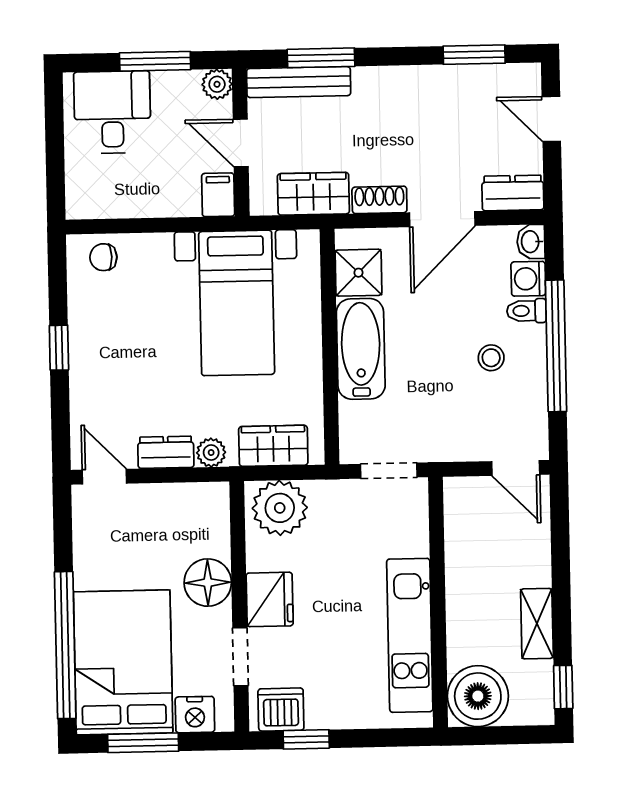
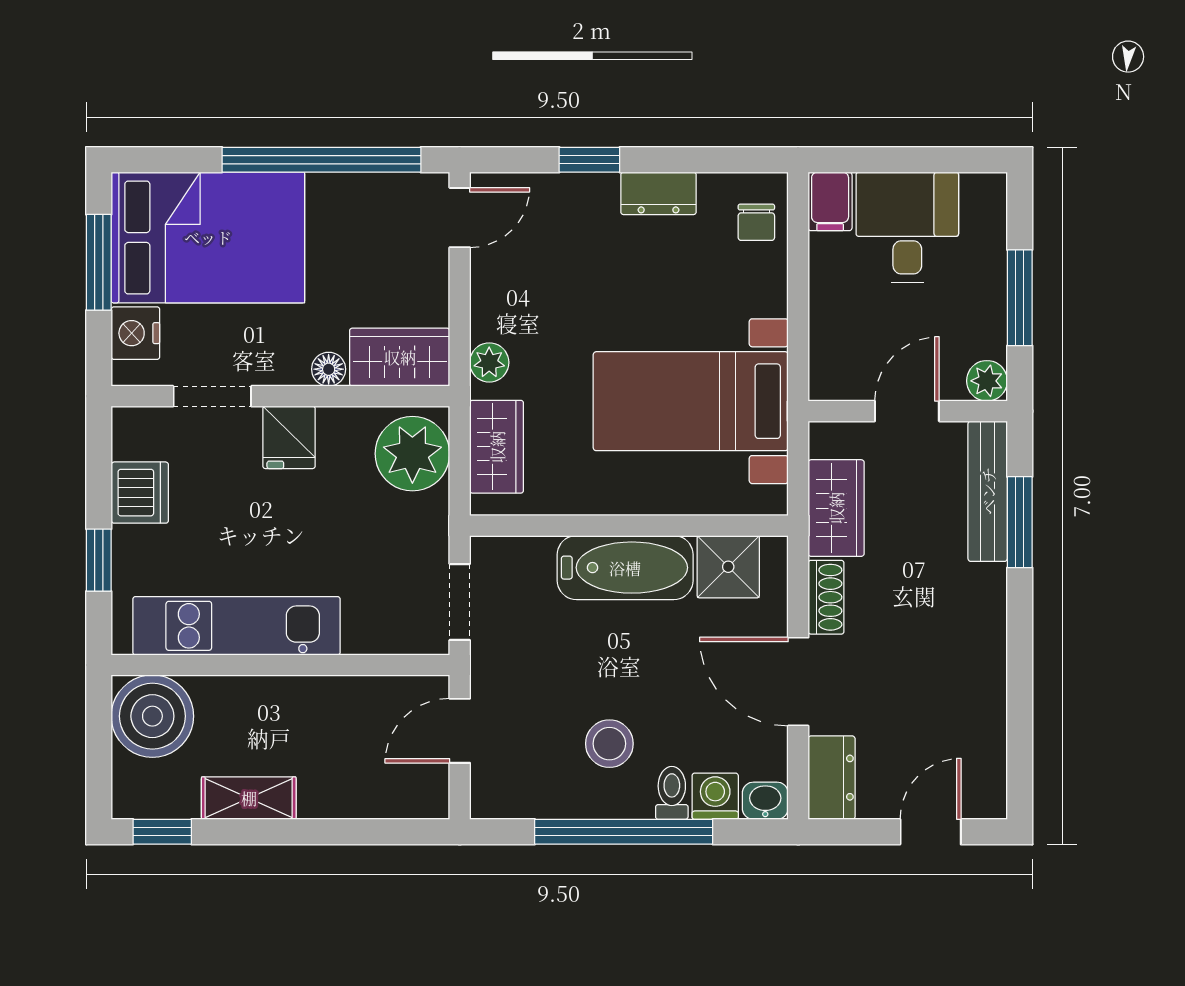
window: (474, 55) -> (1020, 729), removed
desk: (112, 112) -> (907, 228), moved, turned -90
filing cabinet: (218, 195) -> (830, 201), moved, turned 90
chair: (103, 257) -> (756, 222), turned 180
window: (59, 348) -> (589, 160), moved
stool: (491, 358) -> (609, 744), width x1.37, depth x1.37
dresser: (166, 452) -> (658, 193), moved, turned 90
door: (516, 468) -> (460, 731), moved
wardrobe: (209, 519) -> (400, 357), added
floor lamp: (208, 583) -> (329, 369), width x0.53, depth x0.53
fridge: (270, 599) -> (289, 437), width x0.72
window: (65, 645) -> (321, 160), moved
dishwasher: (281, 710) -> (140, 493), moved
window: (306, 739) -> (99, 560), moved

